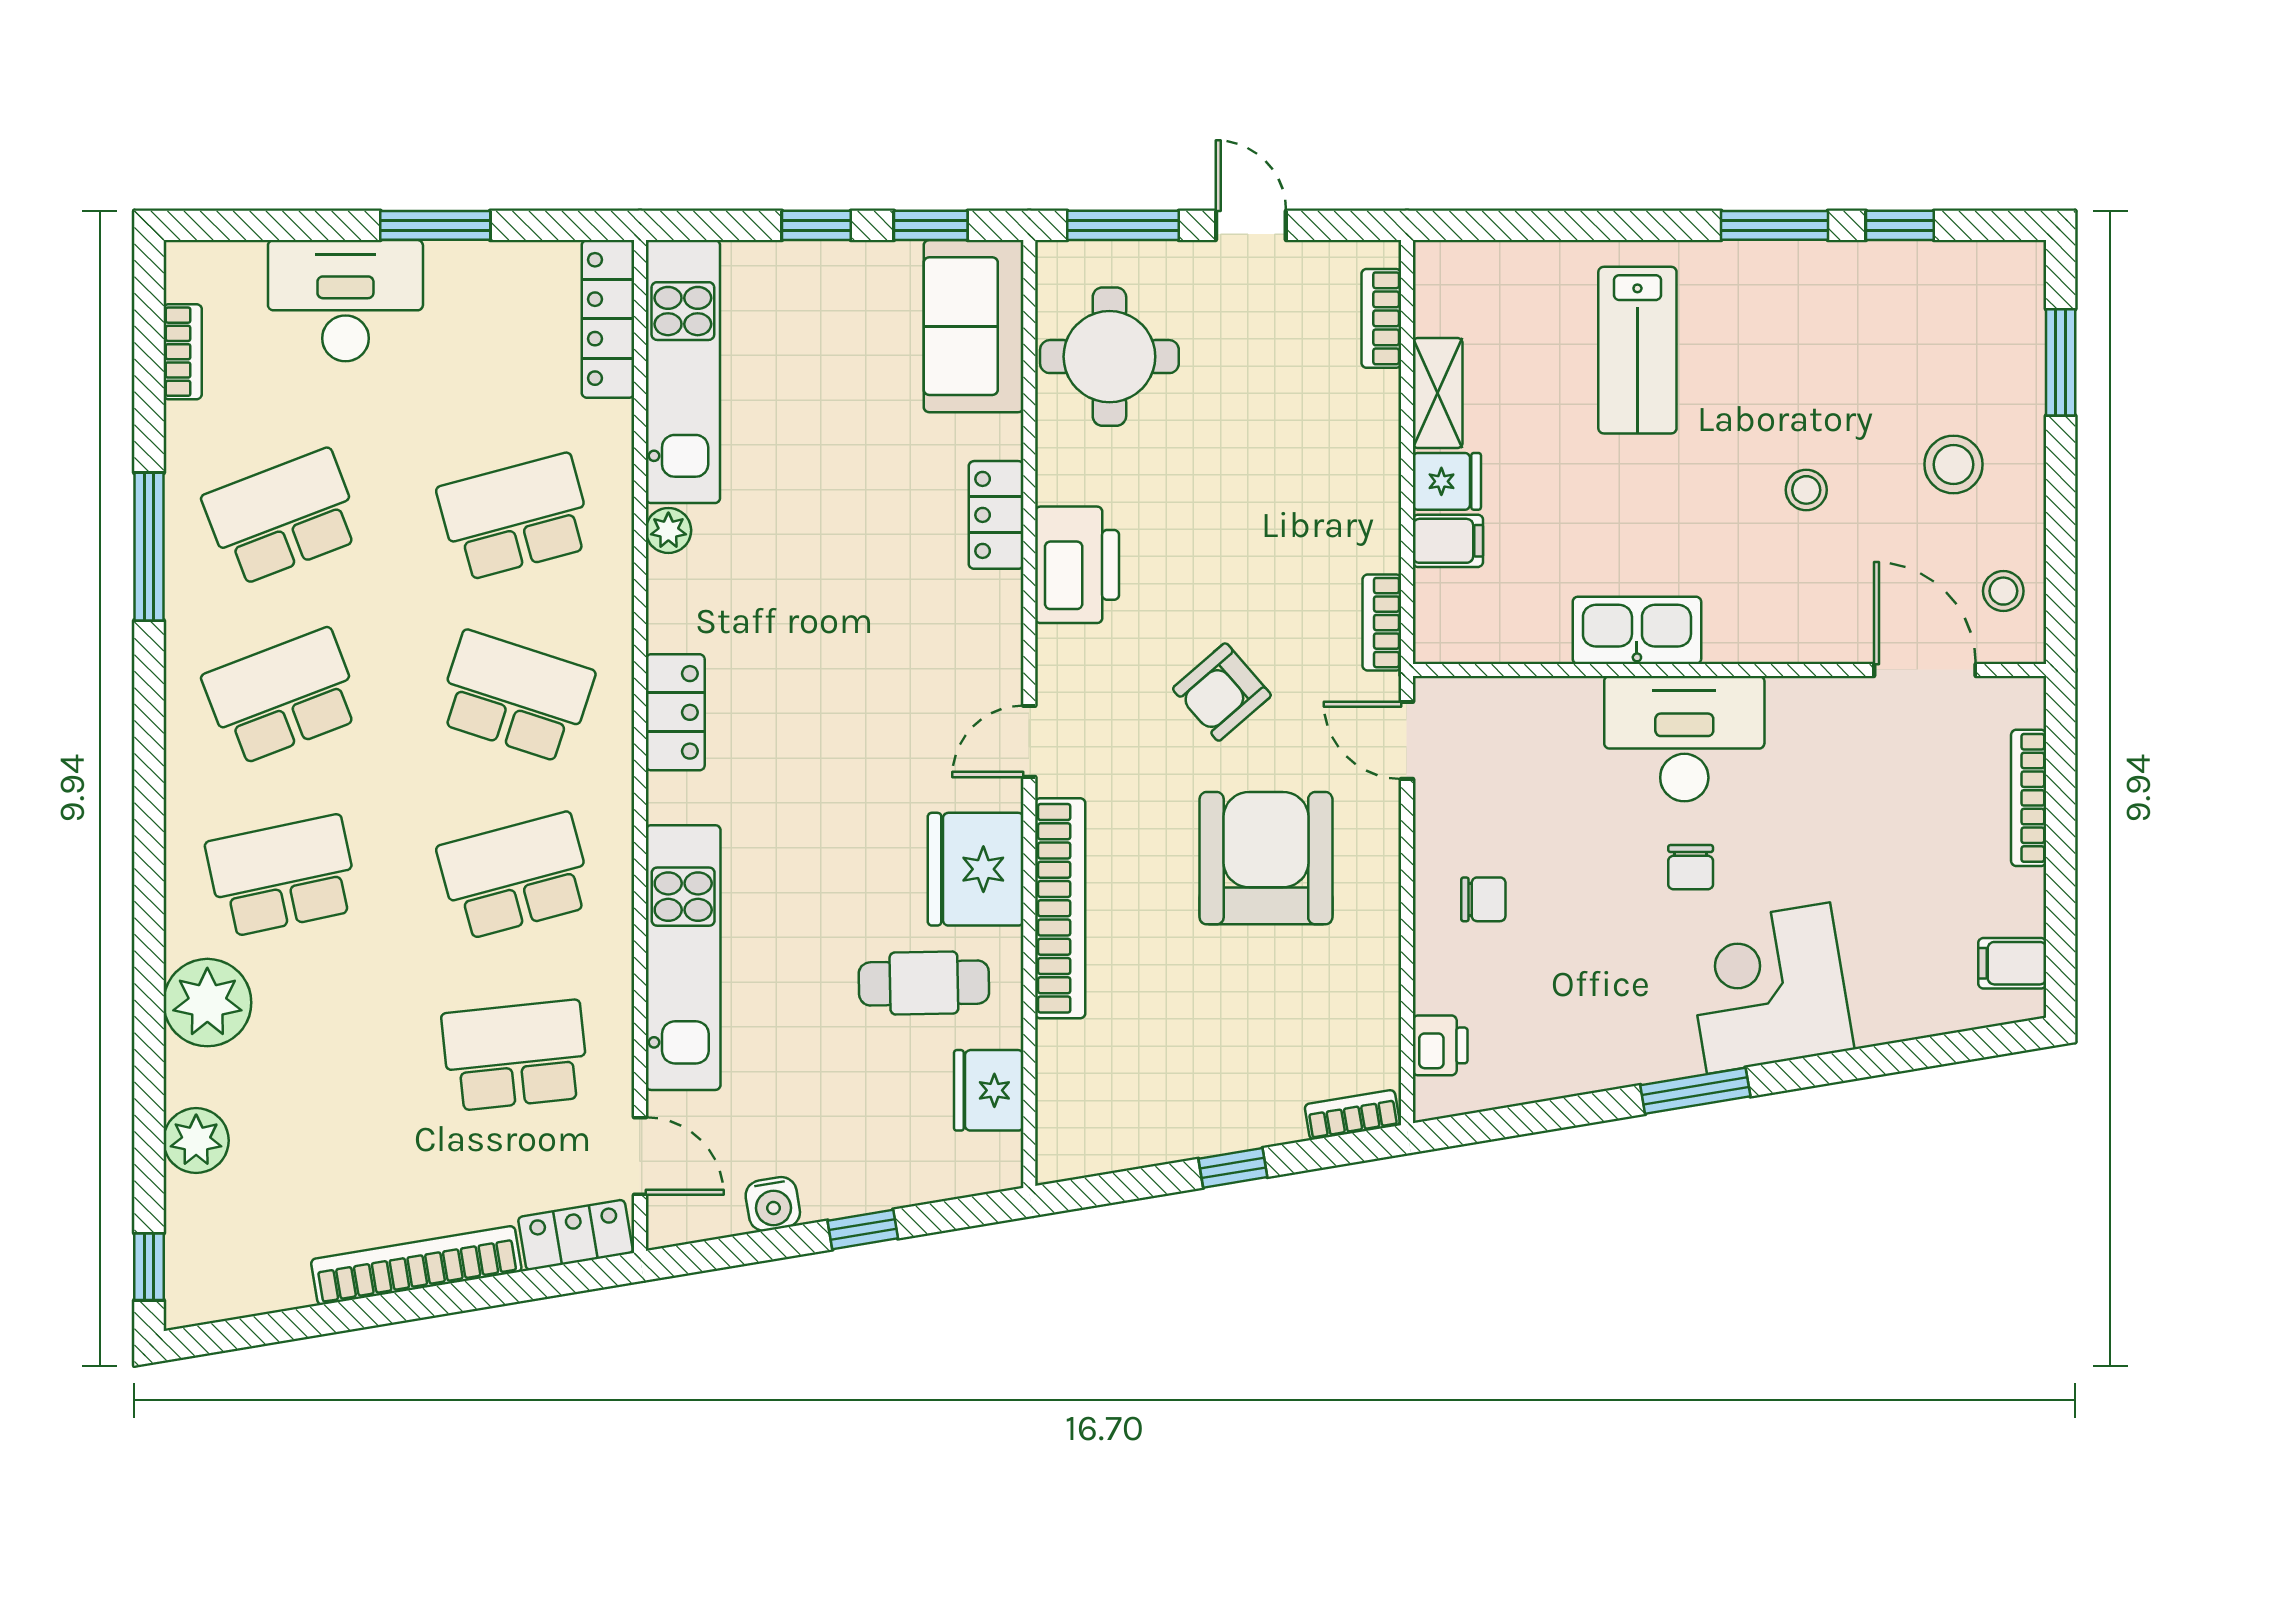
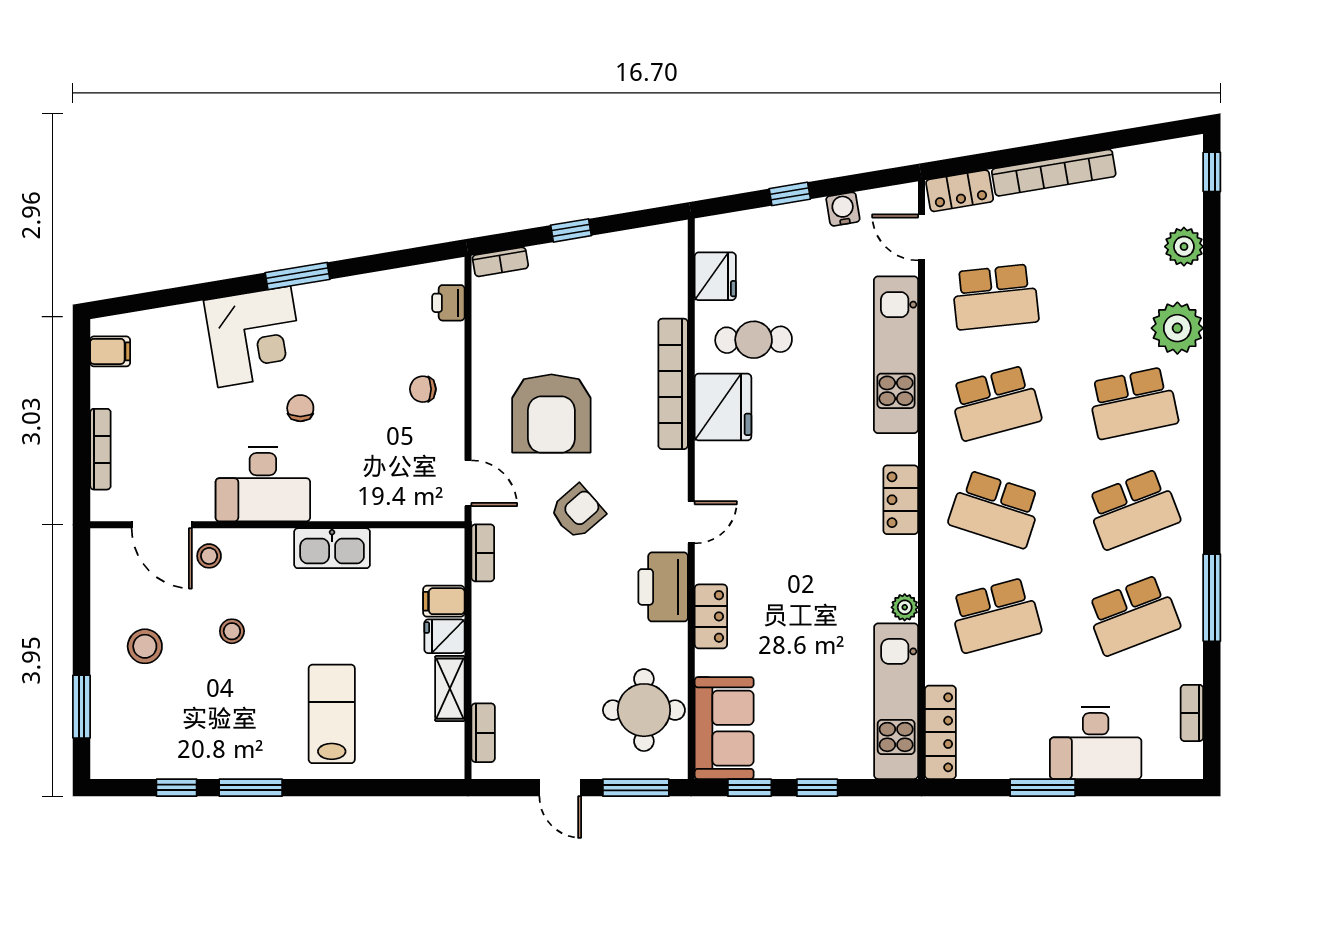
stool: (2003, 591) -> (209, 556), moved
desk: (1684, 739) -> (263, 484), moved
door: (1029, 741) -> (691, 522), moved

